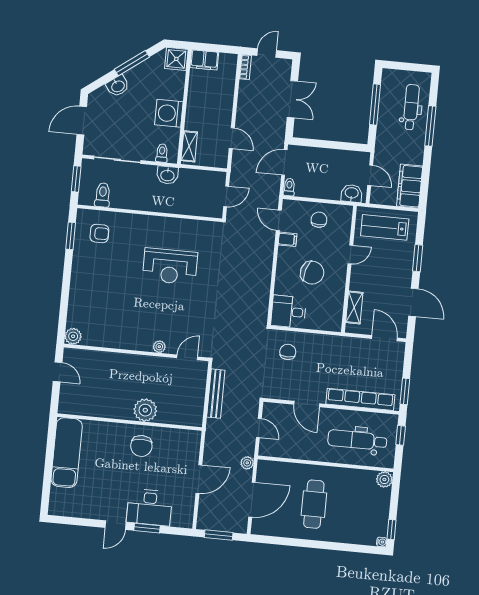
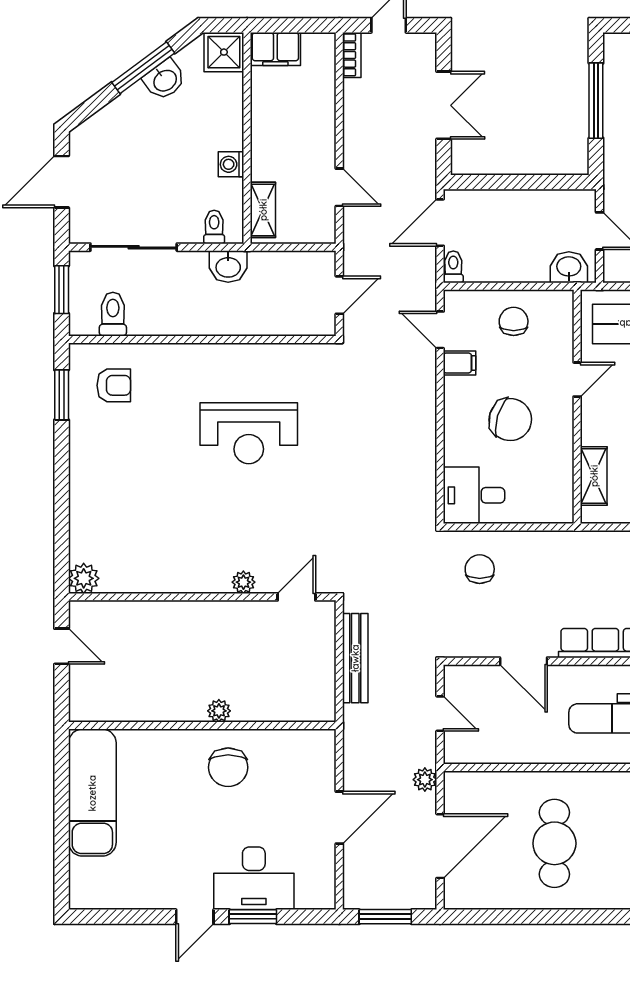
washbasin: (118, 86) -> (165, 80), moved
washing machine: (169, 113) -> (231, 164), width x0.53, depth x0.53
plant: (145, 410) -> (219, 711), width x0.53, depth x0.53

